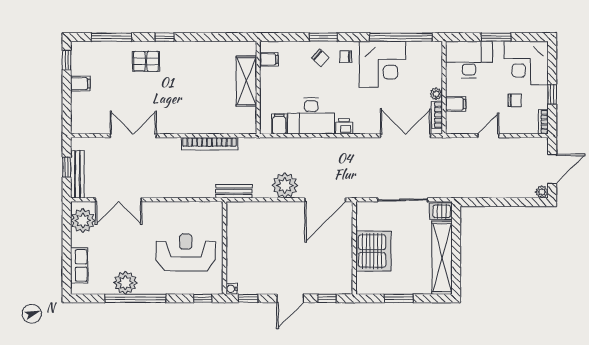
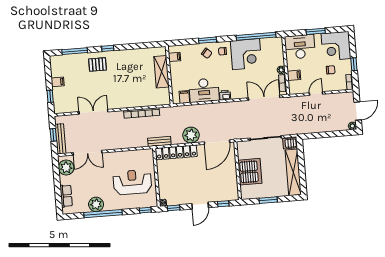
window: (67, 60) -> (50, 96), moved
locker: (259, 211) -> (176, 152), added

